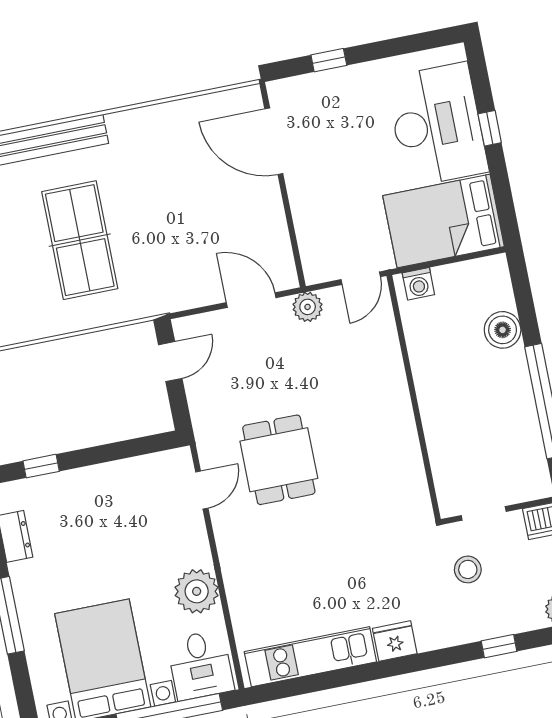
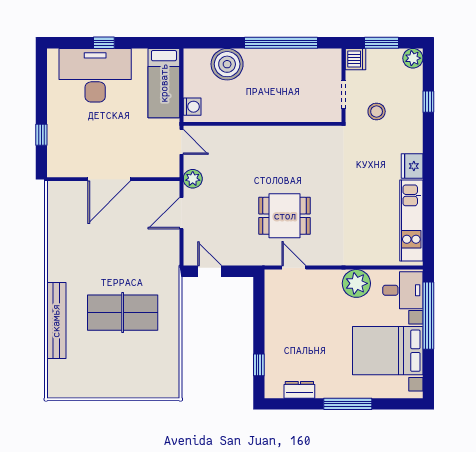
door: (274, 141) -> (109, 179), moved
bed: (444, 221) -> (164, 83), width x0.67
boiler: (503, 330) -> (227, 64), width x1.37, depth x1.37

